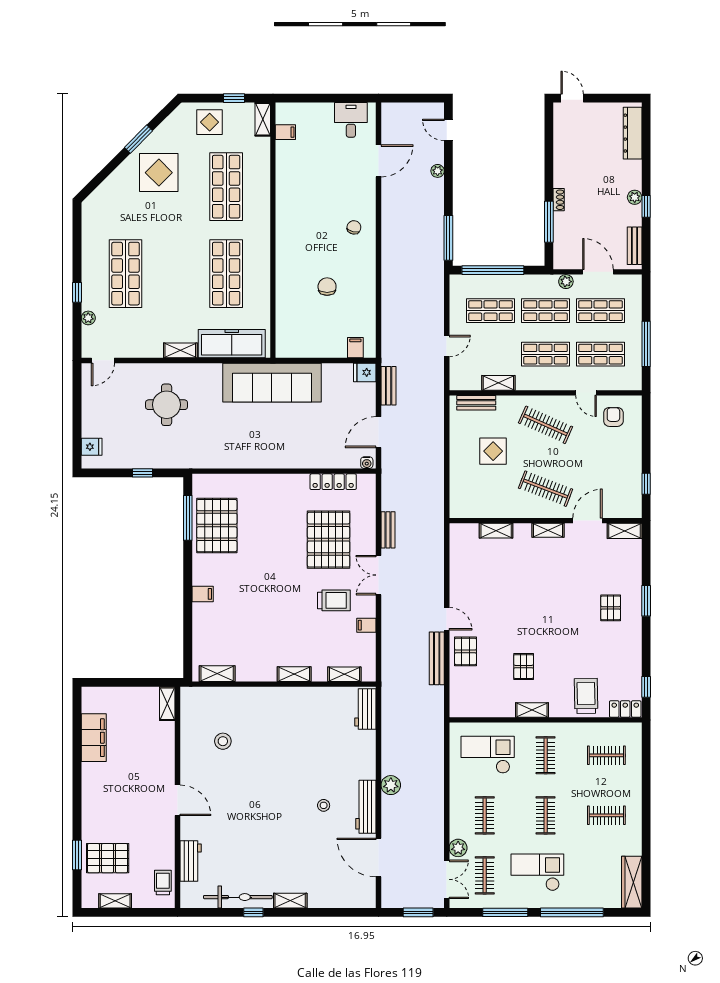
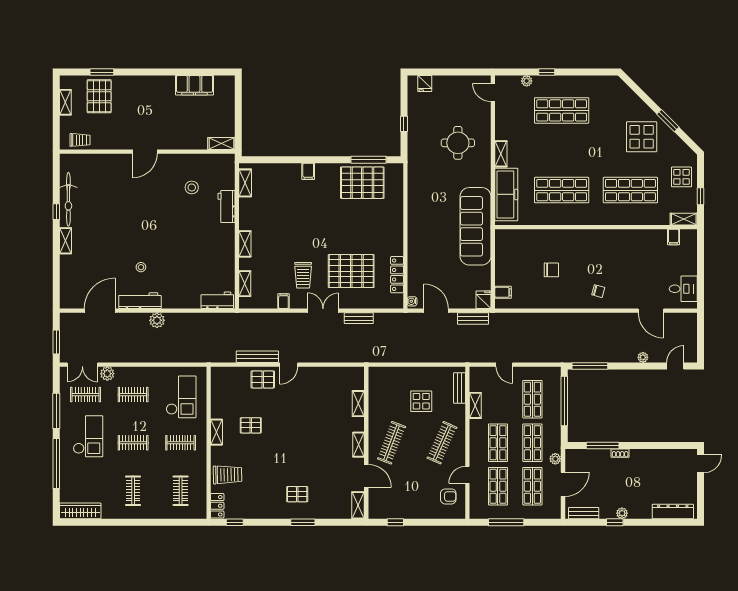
workbench: (191, 861) -> (227, 207), moved, turned 90

